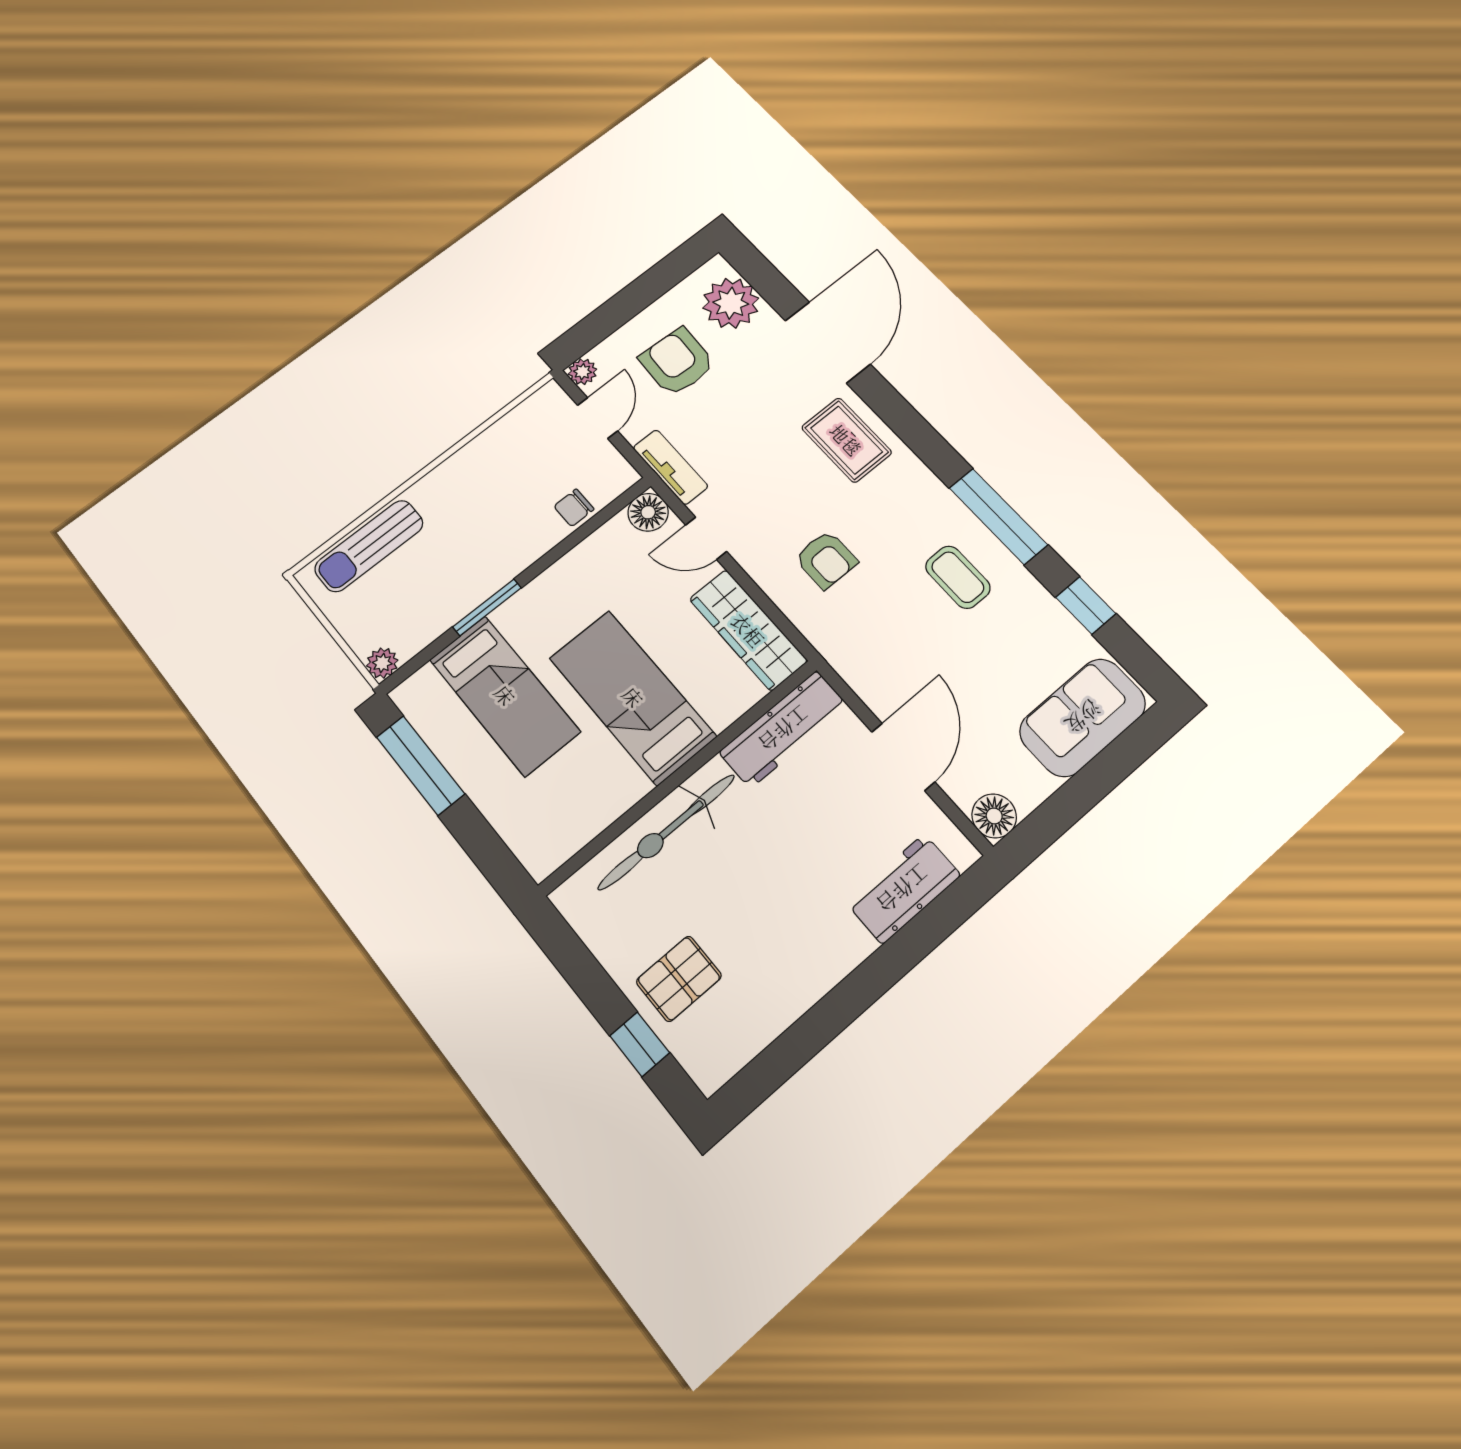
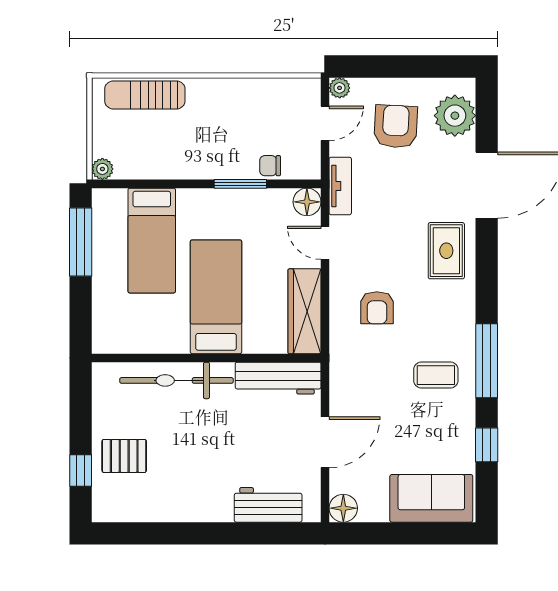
coffee table: (958, 577) -> (436, 375), turned 90
window: (487, 607) -> (240, 184), moved

